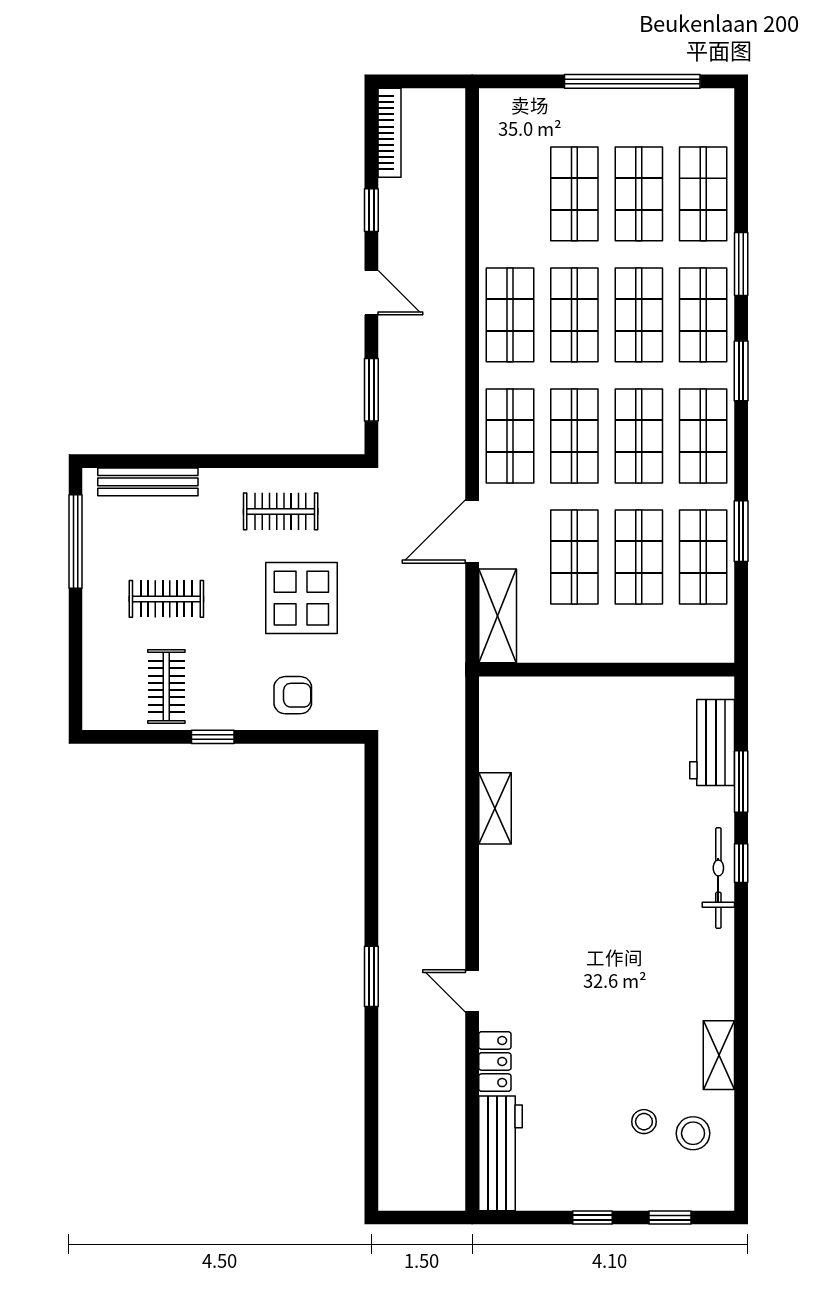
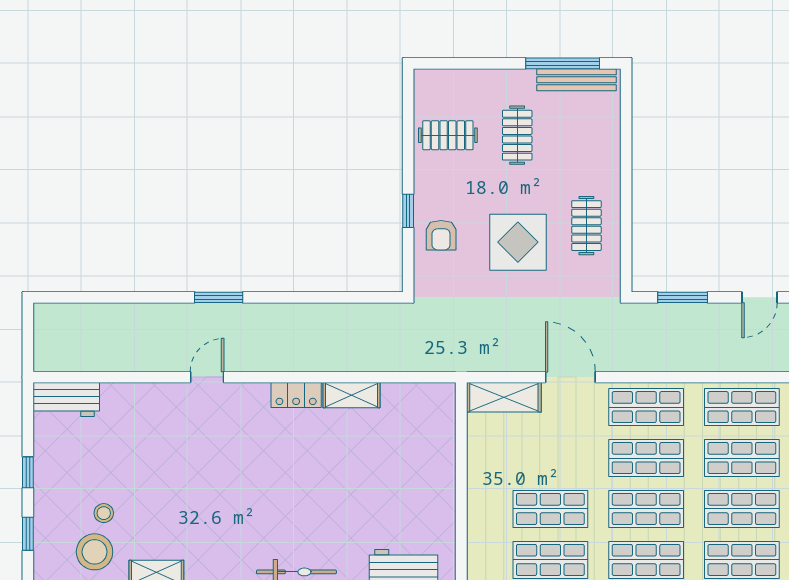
bench: (148, 482) -> (577, 80), moved, turned 90
shop shelf: (574, 557) -> (550, 458), removed
window: (213, 737) -> (408, 211), moved
locker: (495, 1062) -> (296, 395), moved
stool: (693, 1133) -> (95, 552), width x1.38, depth x1.38
workbench: (500, 1153) -> (66, 400), width x0.73

